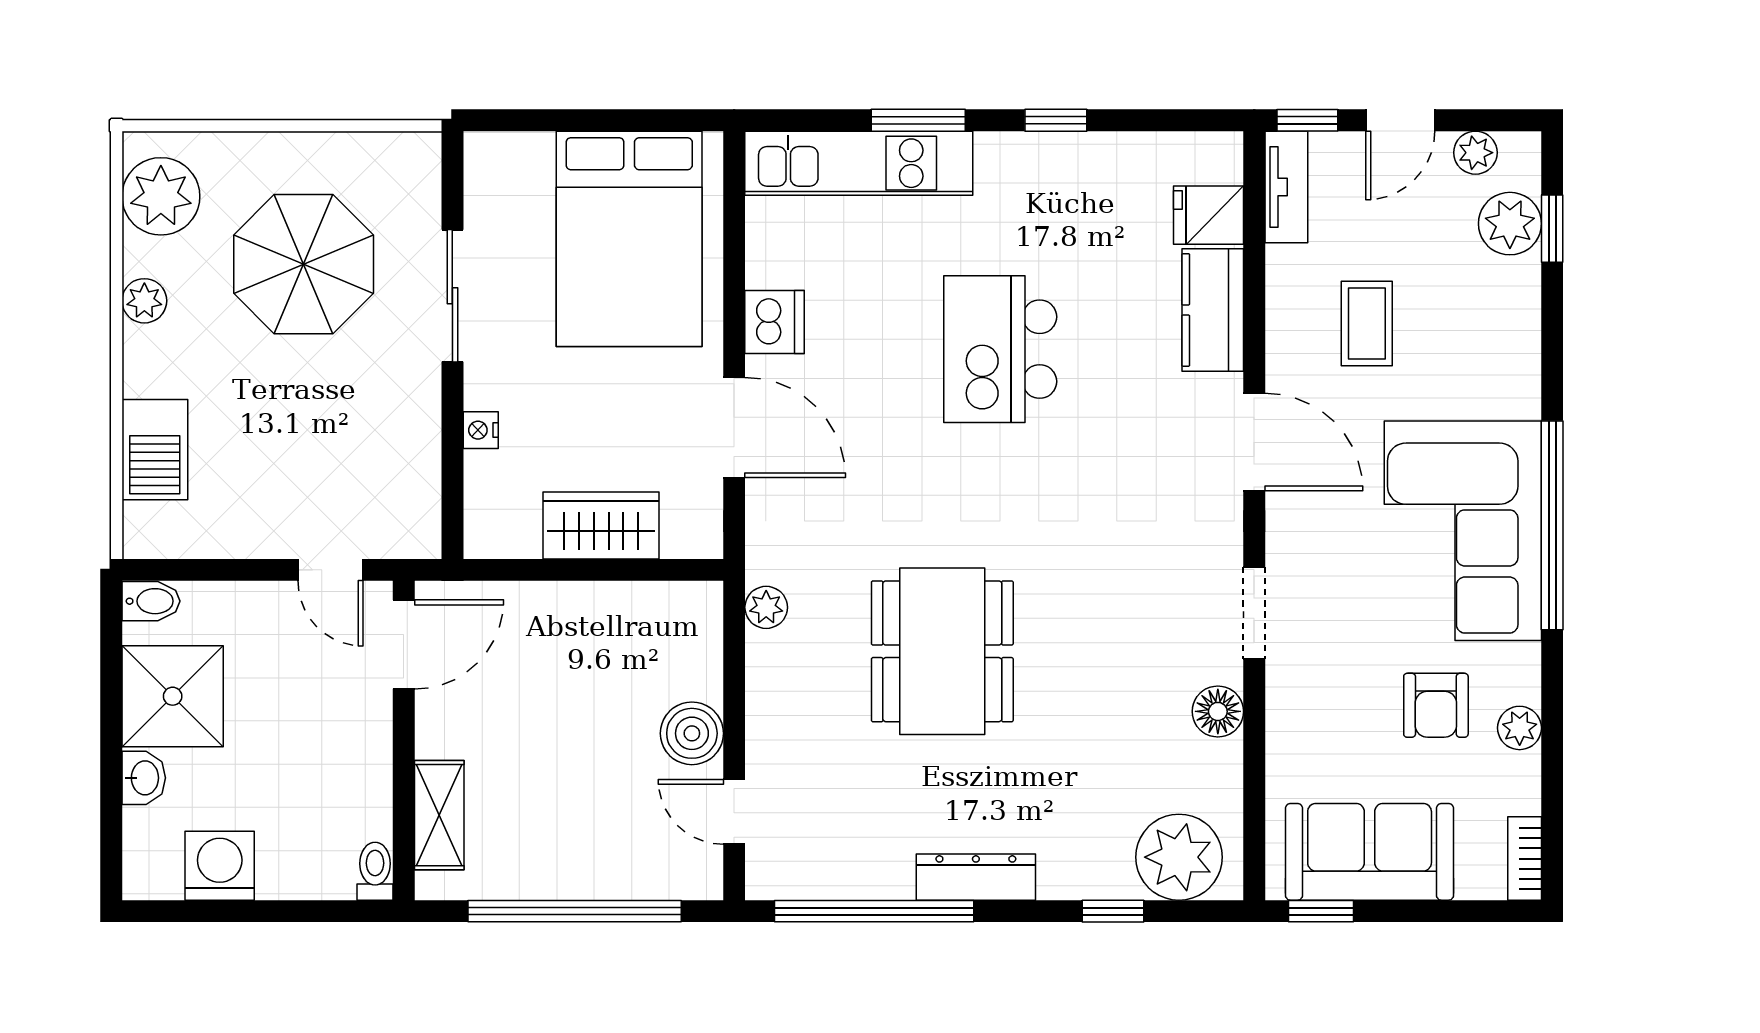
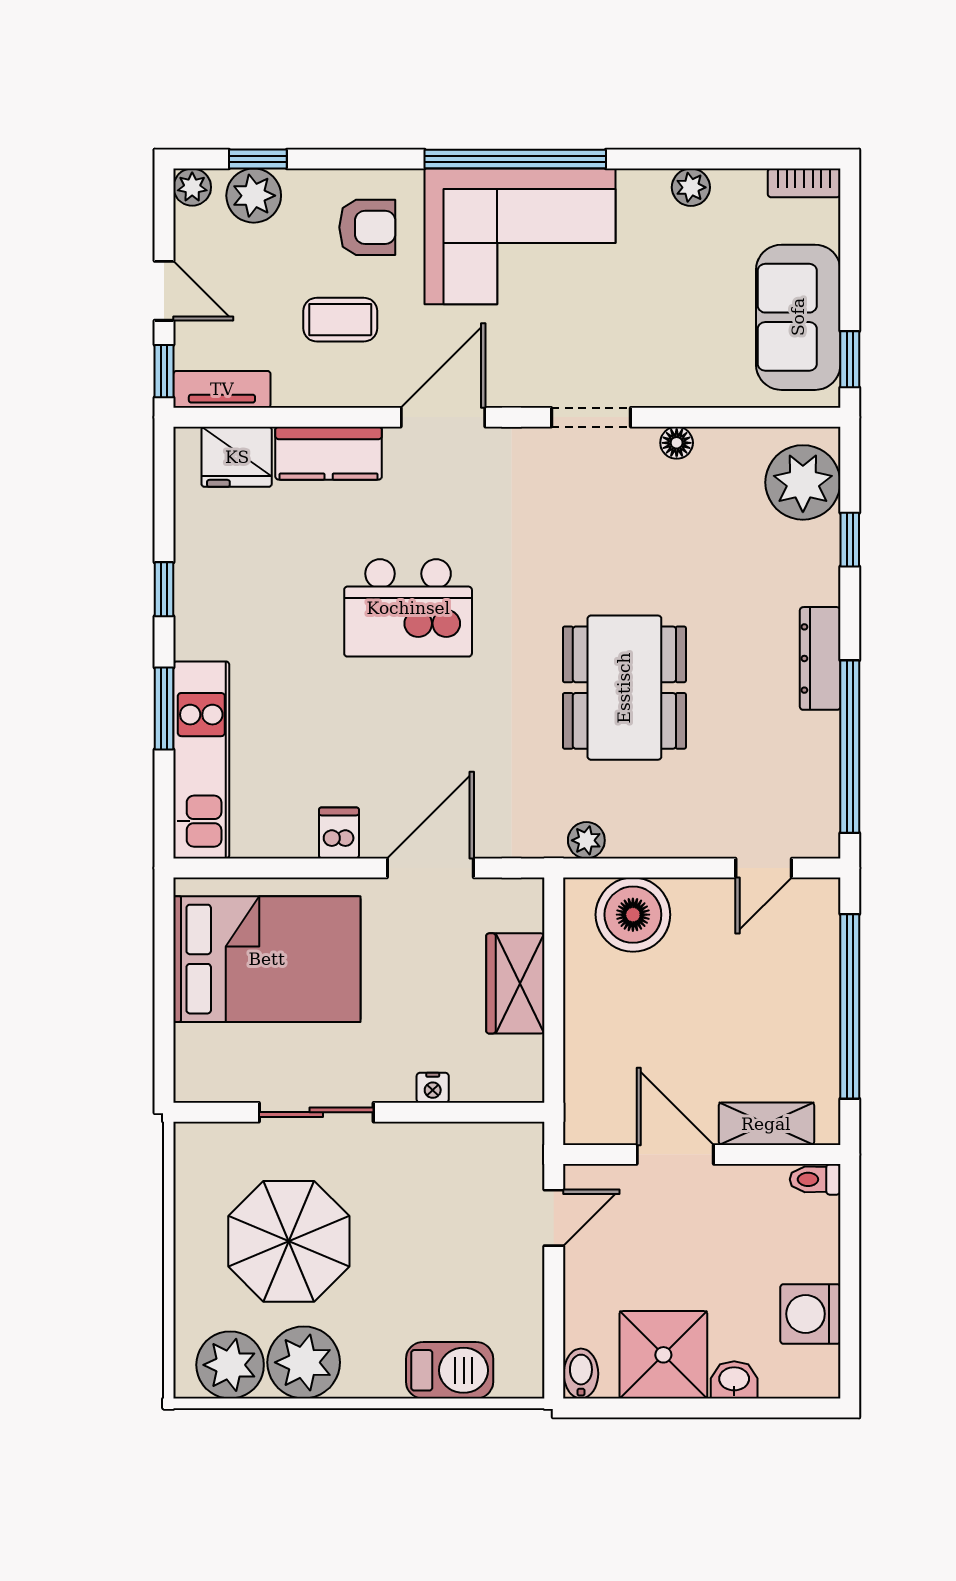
plant: (1475, 153) -> (192, 187), moved
fridge: (1209, 215) -> (237, 457), width x1.38
plant: (144, 301) -> (304, 1362), width x1.87, depth x1.87
dishwasher: (775, 322) -> (339, 833), width x0.73
kitchen island: (1000, 349) -> (408, 608), moved
door: (404, 644) -> (675, 1154), moved
dining table: (942, 651) -> (624, 688), turned 90
armchair: (1436, 705) -> (367, 227), moved
floor lamp: (1218, 711) -> (677, 443), width x0.73, depth x0.73
boiler: (692, 733) -> (633, 915), moved, width x1.37, depth x1.37

